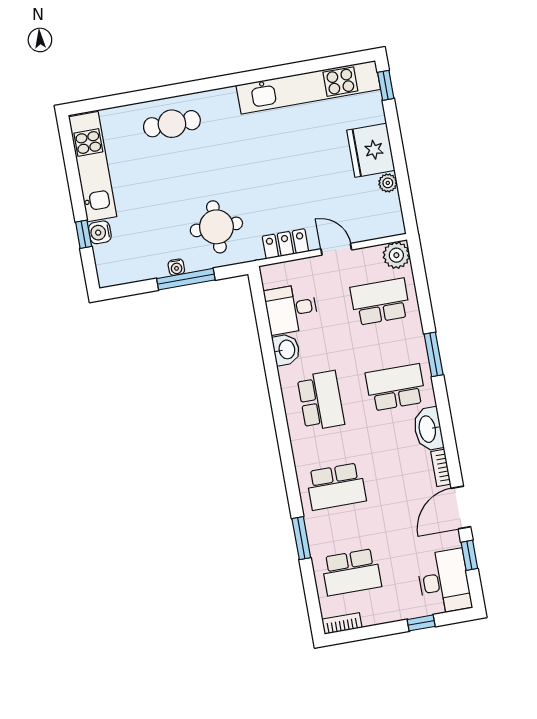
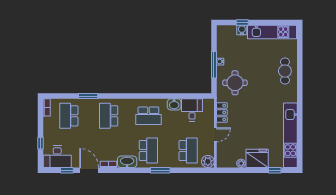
window: (386, 85) -> (275, 170), moved

